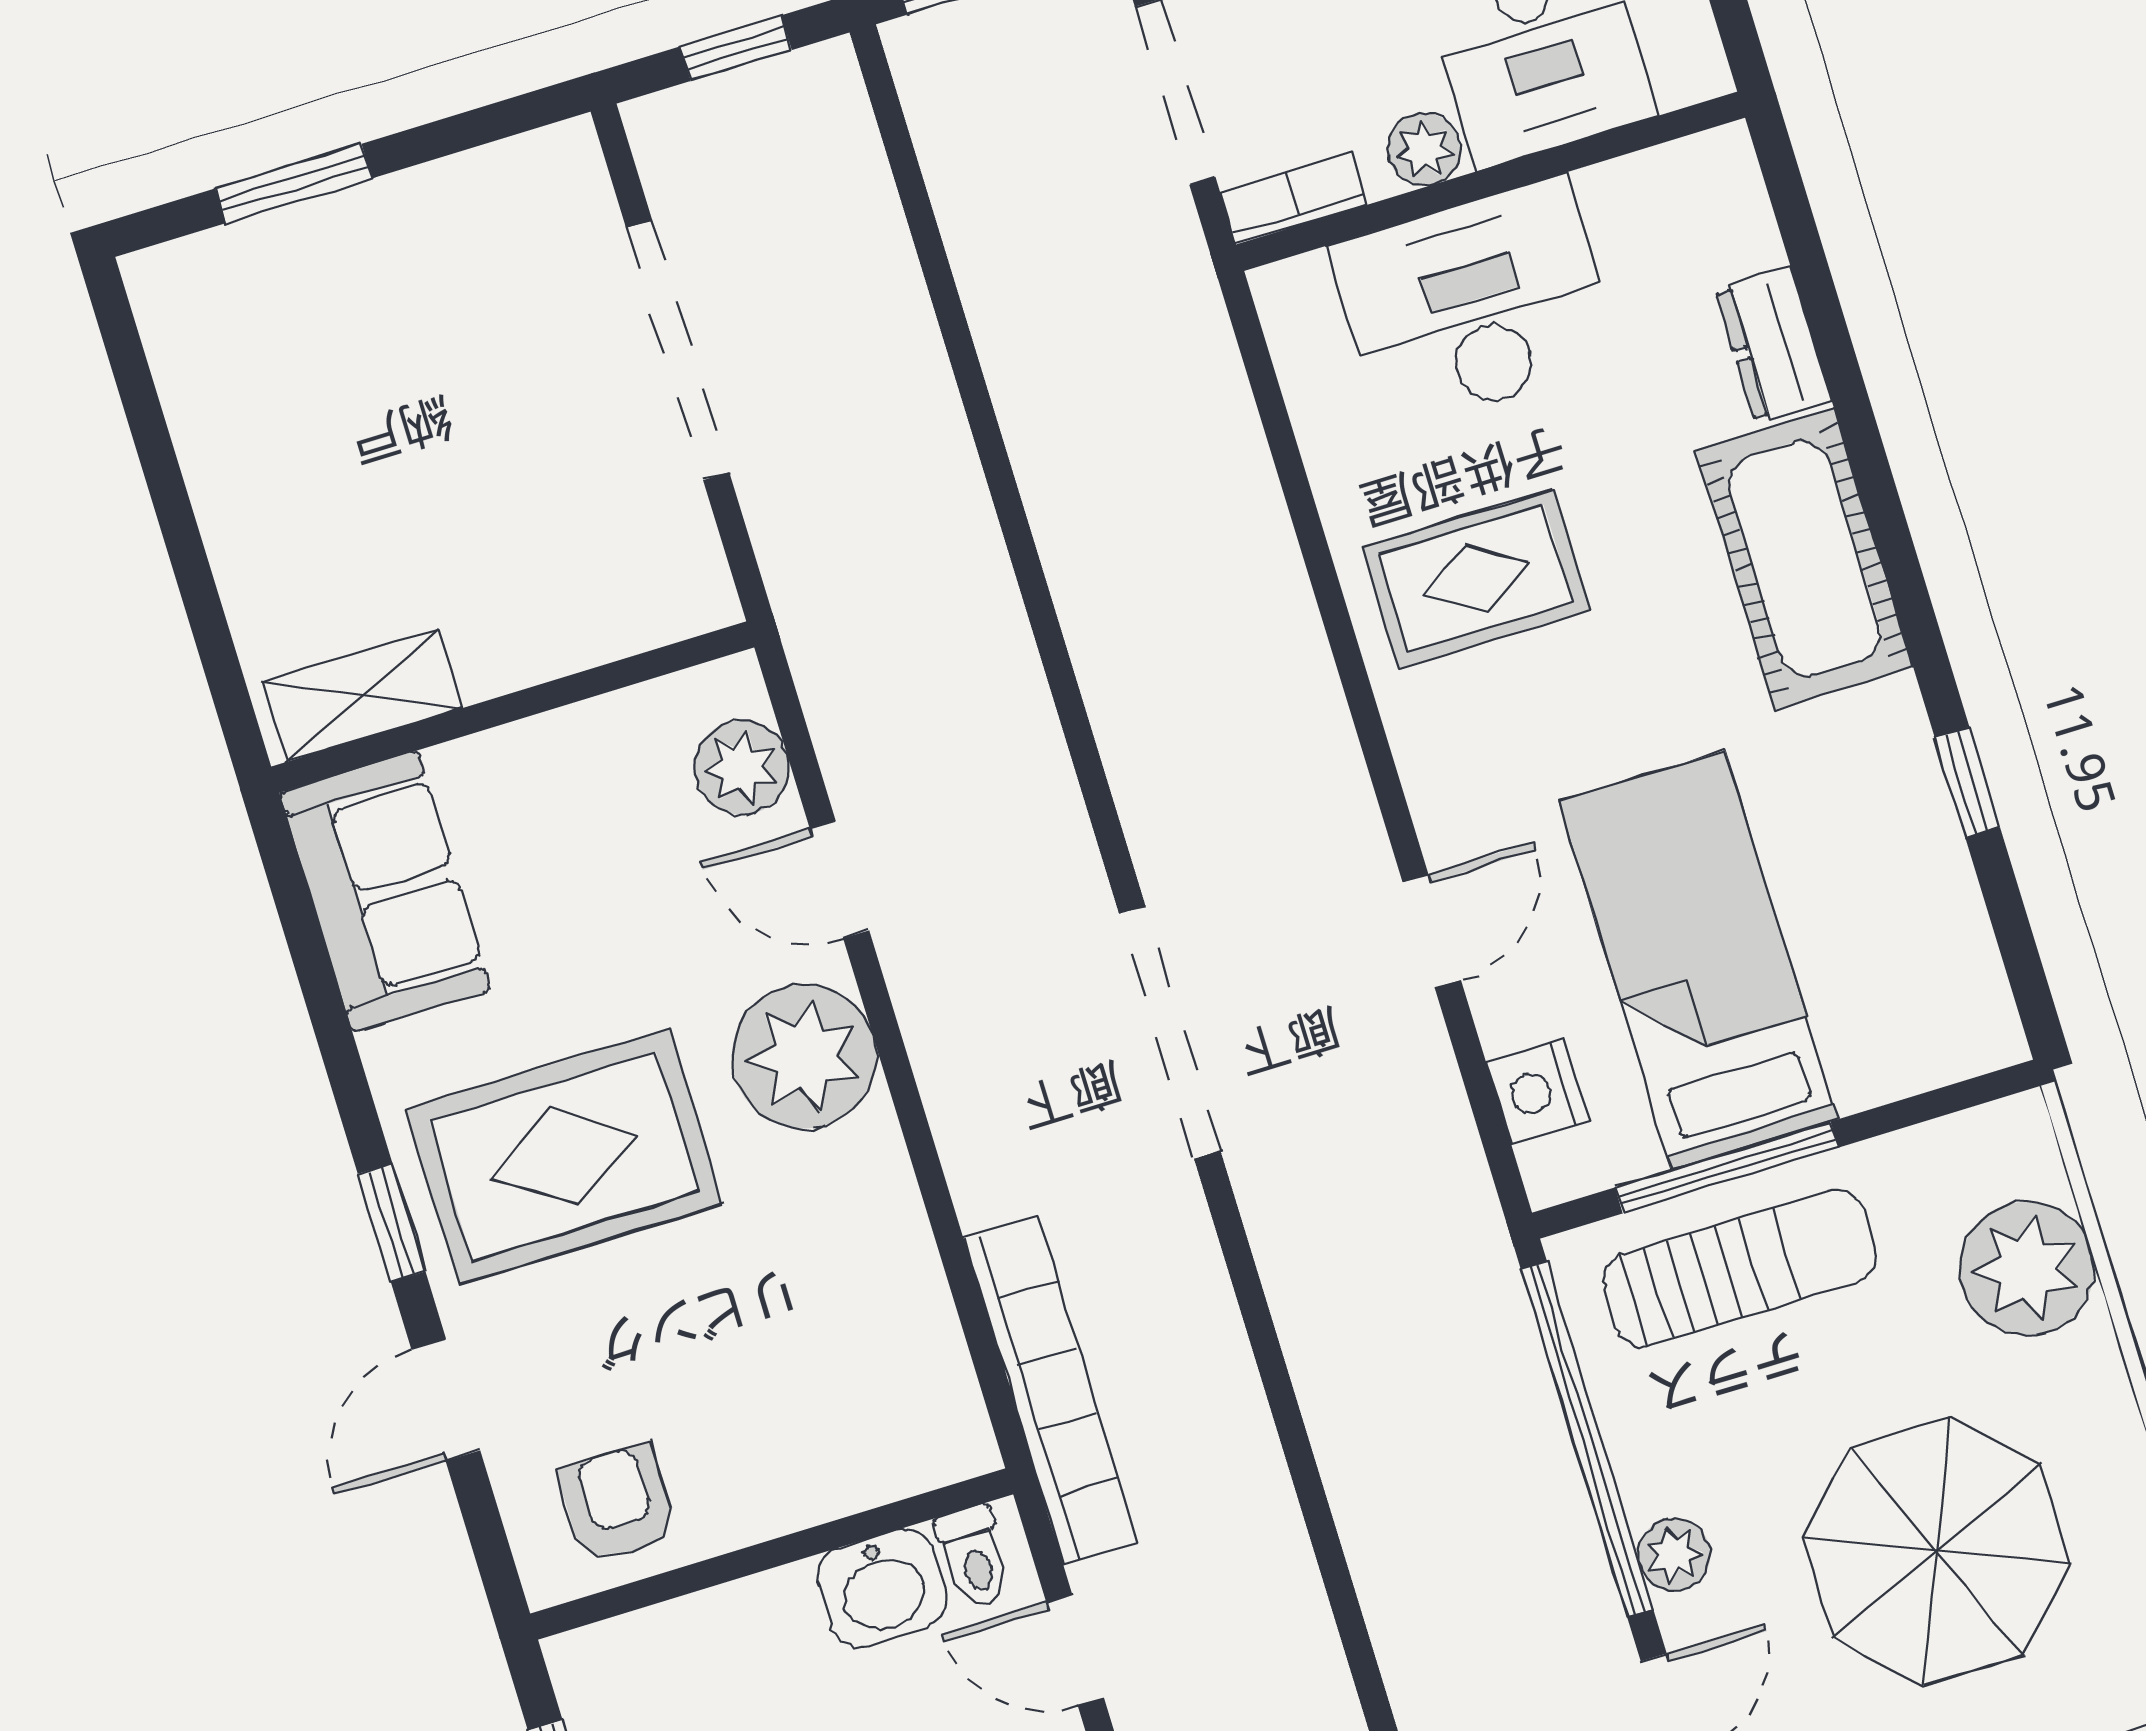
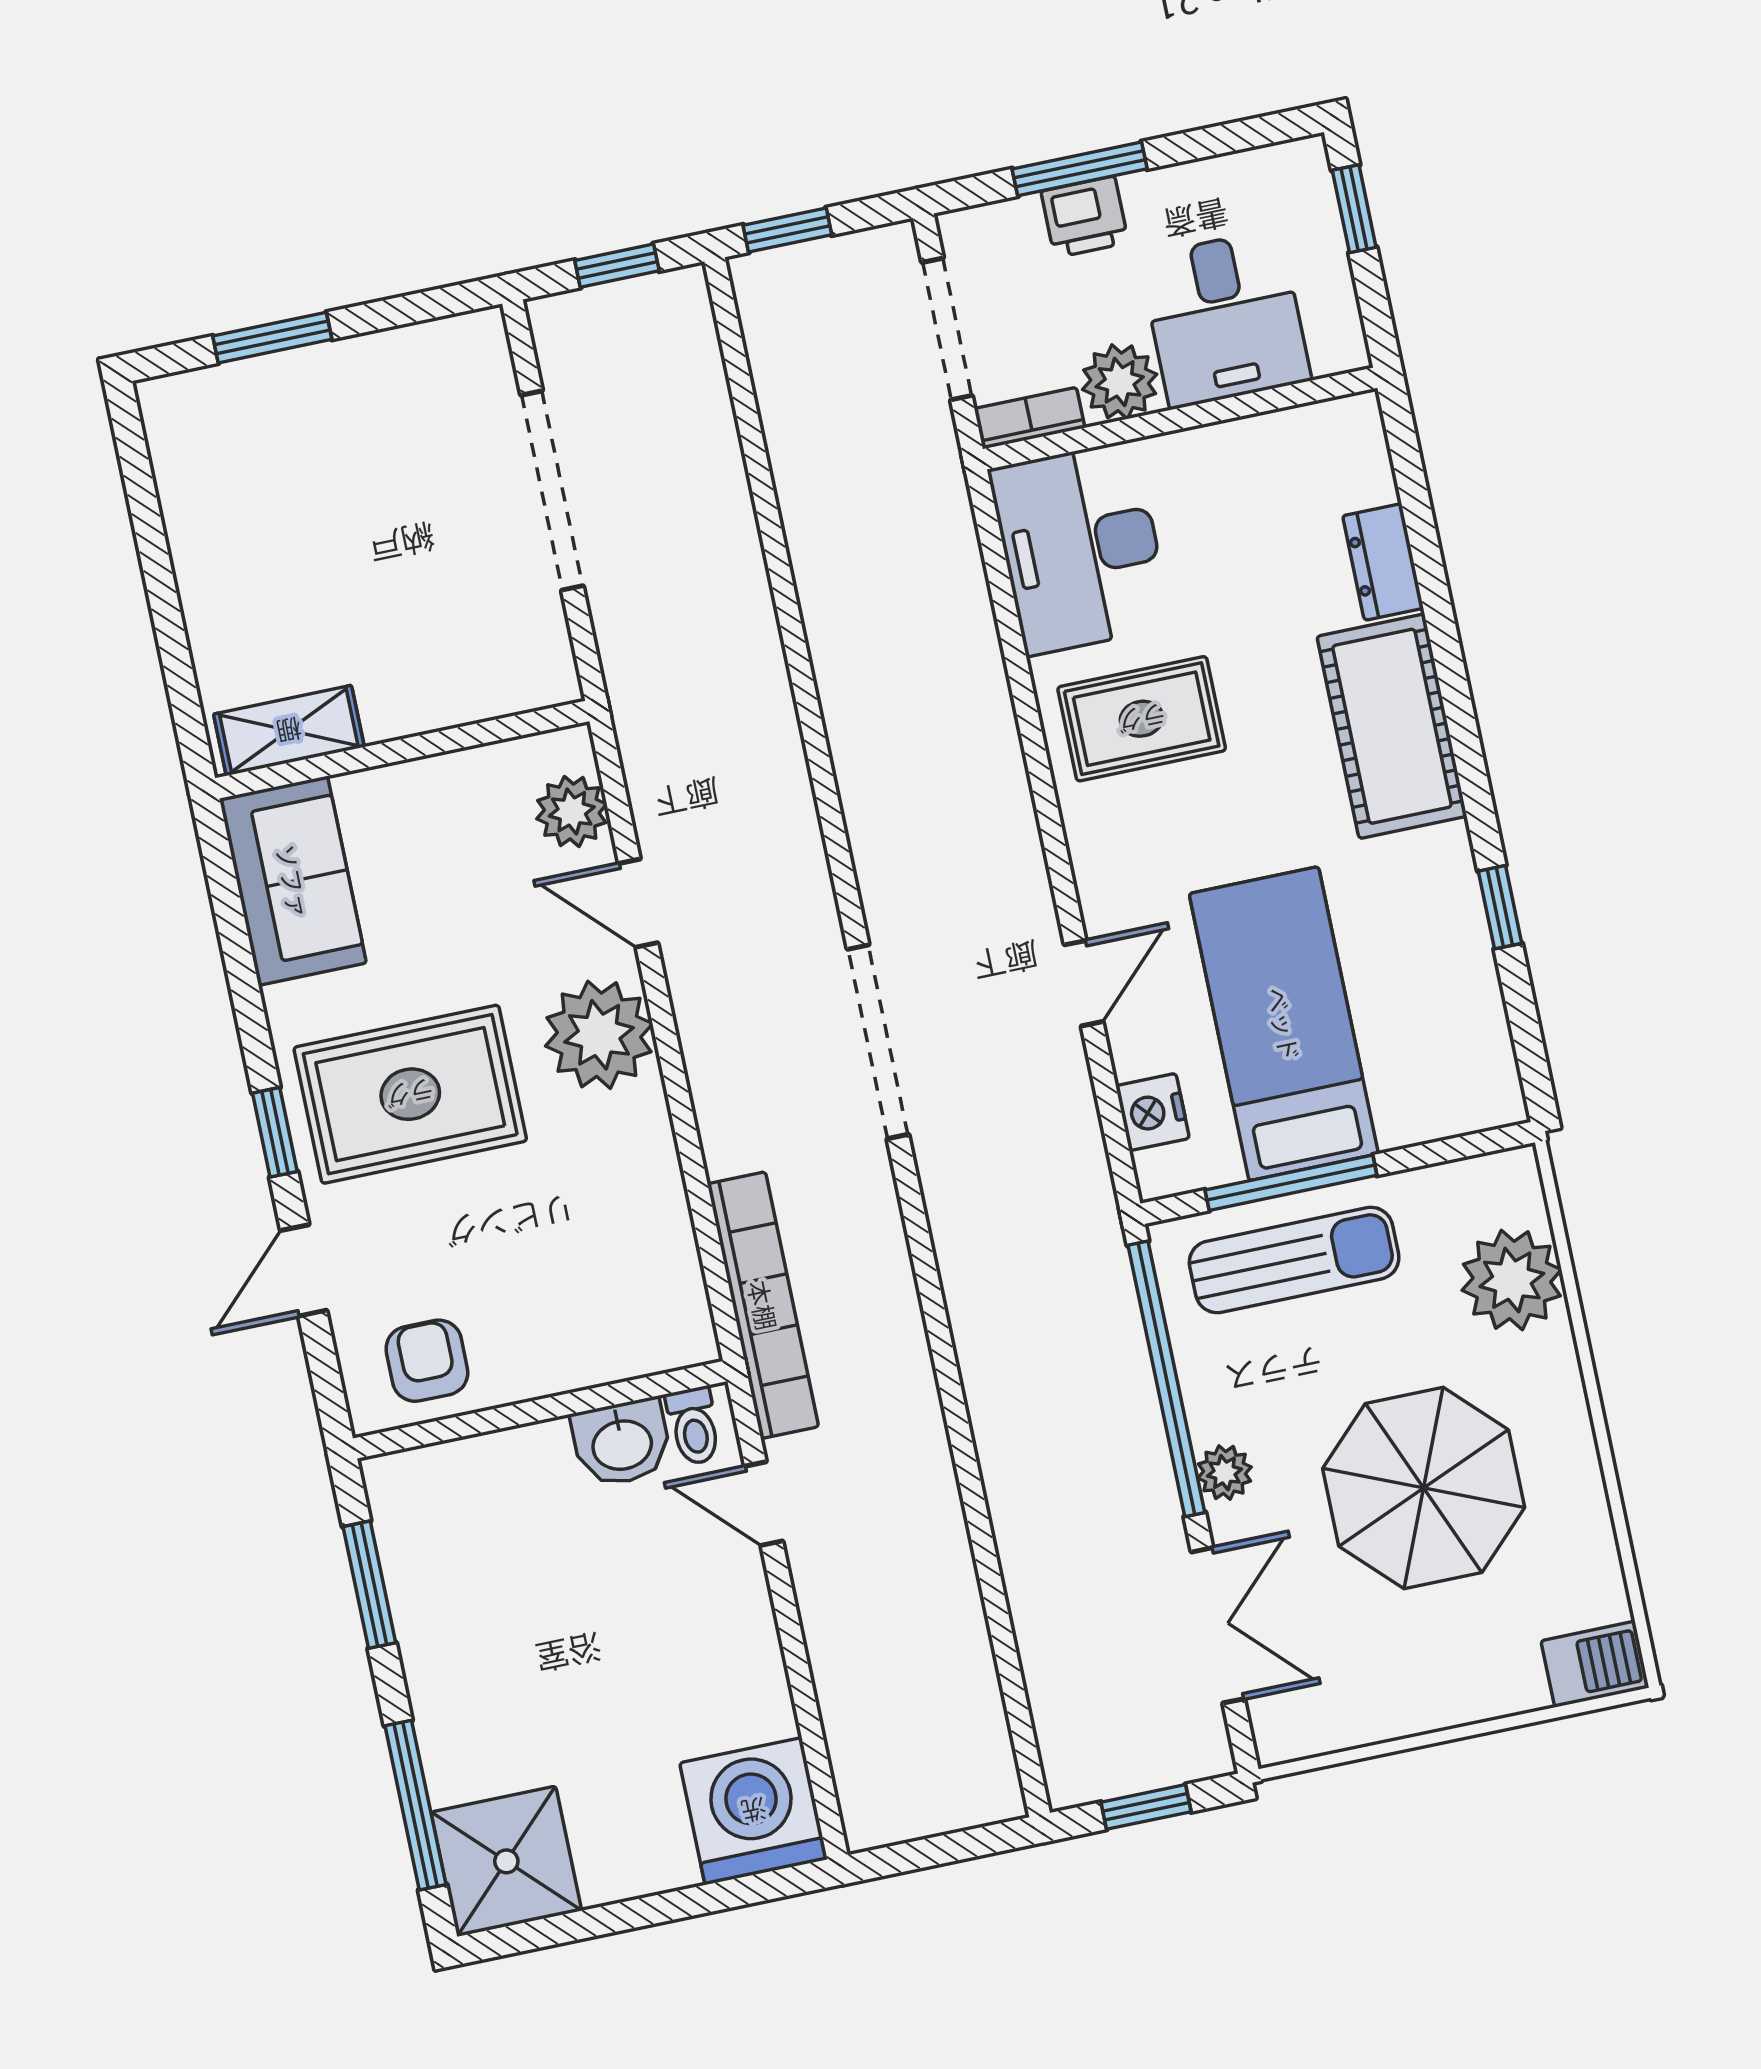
plant: (1424, 149) -> (1120, 382), width x1.38, depth x1.38
desk: (1476, 304) -> (1080, 548), moved, turned -90

